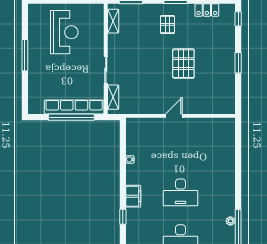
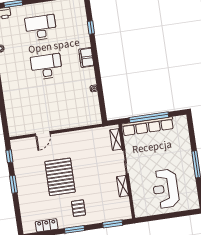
window: (238, 19) -> (9, 156), moved
shelving: (113, 21) -> (123, 186), moved
pallet: (183, 64) -> (60, 177), width x1.37, depth x1.41
door: (174, 116) -> (43, 134), moved
window: (123, 217) -> (91, 27), moved

